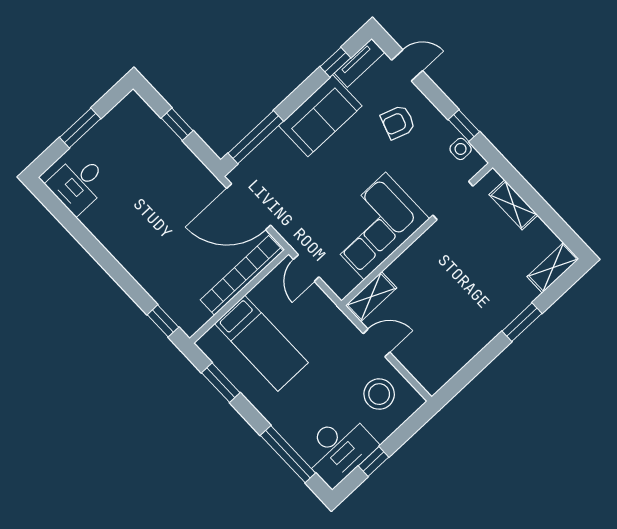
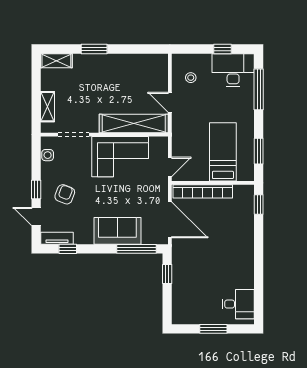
sofa: (320, 116) -> (117, 231), moved
armchair: (398, 122) -> (65, 194), turned -88
window: (177, 124) -> (167, 274), moved
window: (464, 126) -> (36, 189), moved
shelving: (371, 297) -> (134, 123), width x2.20, depth x1.33
stool: (379, 394) -> (191, 78), width x0.53, depth x0.53

